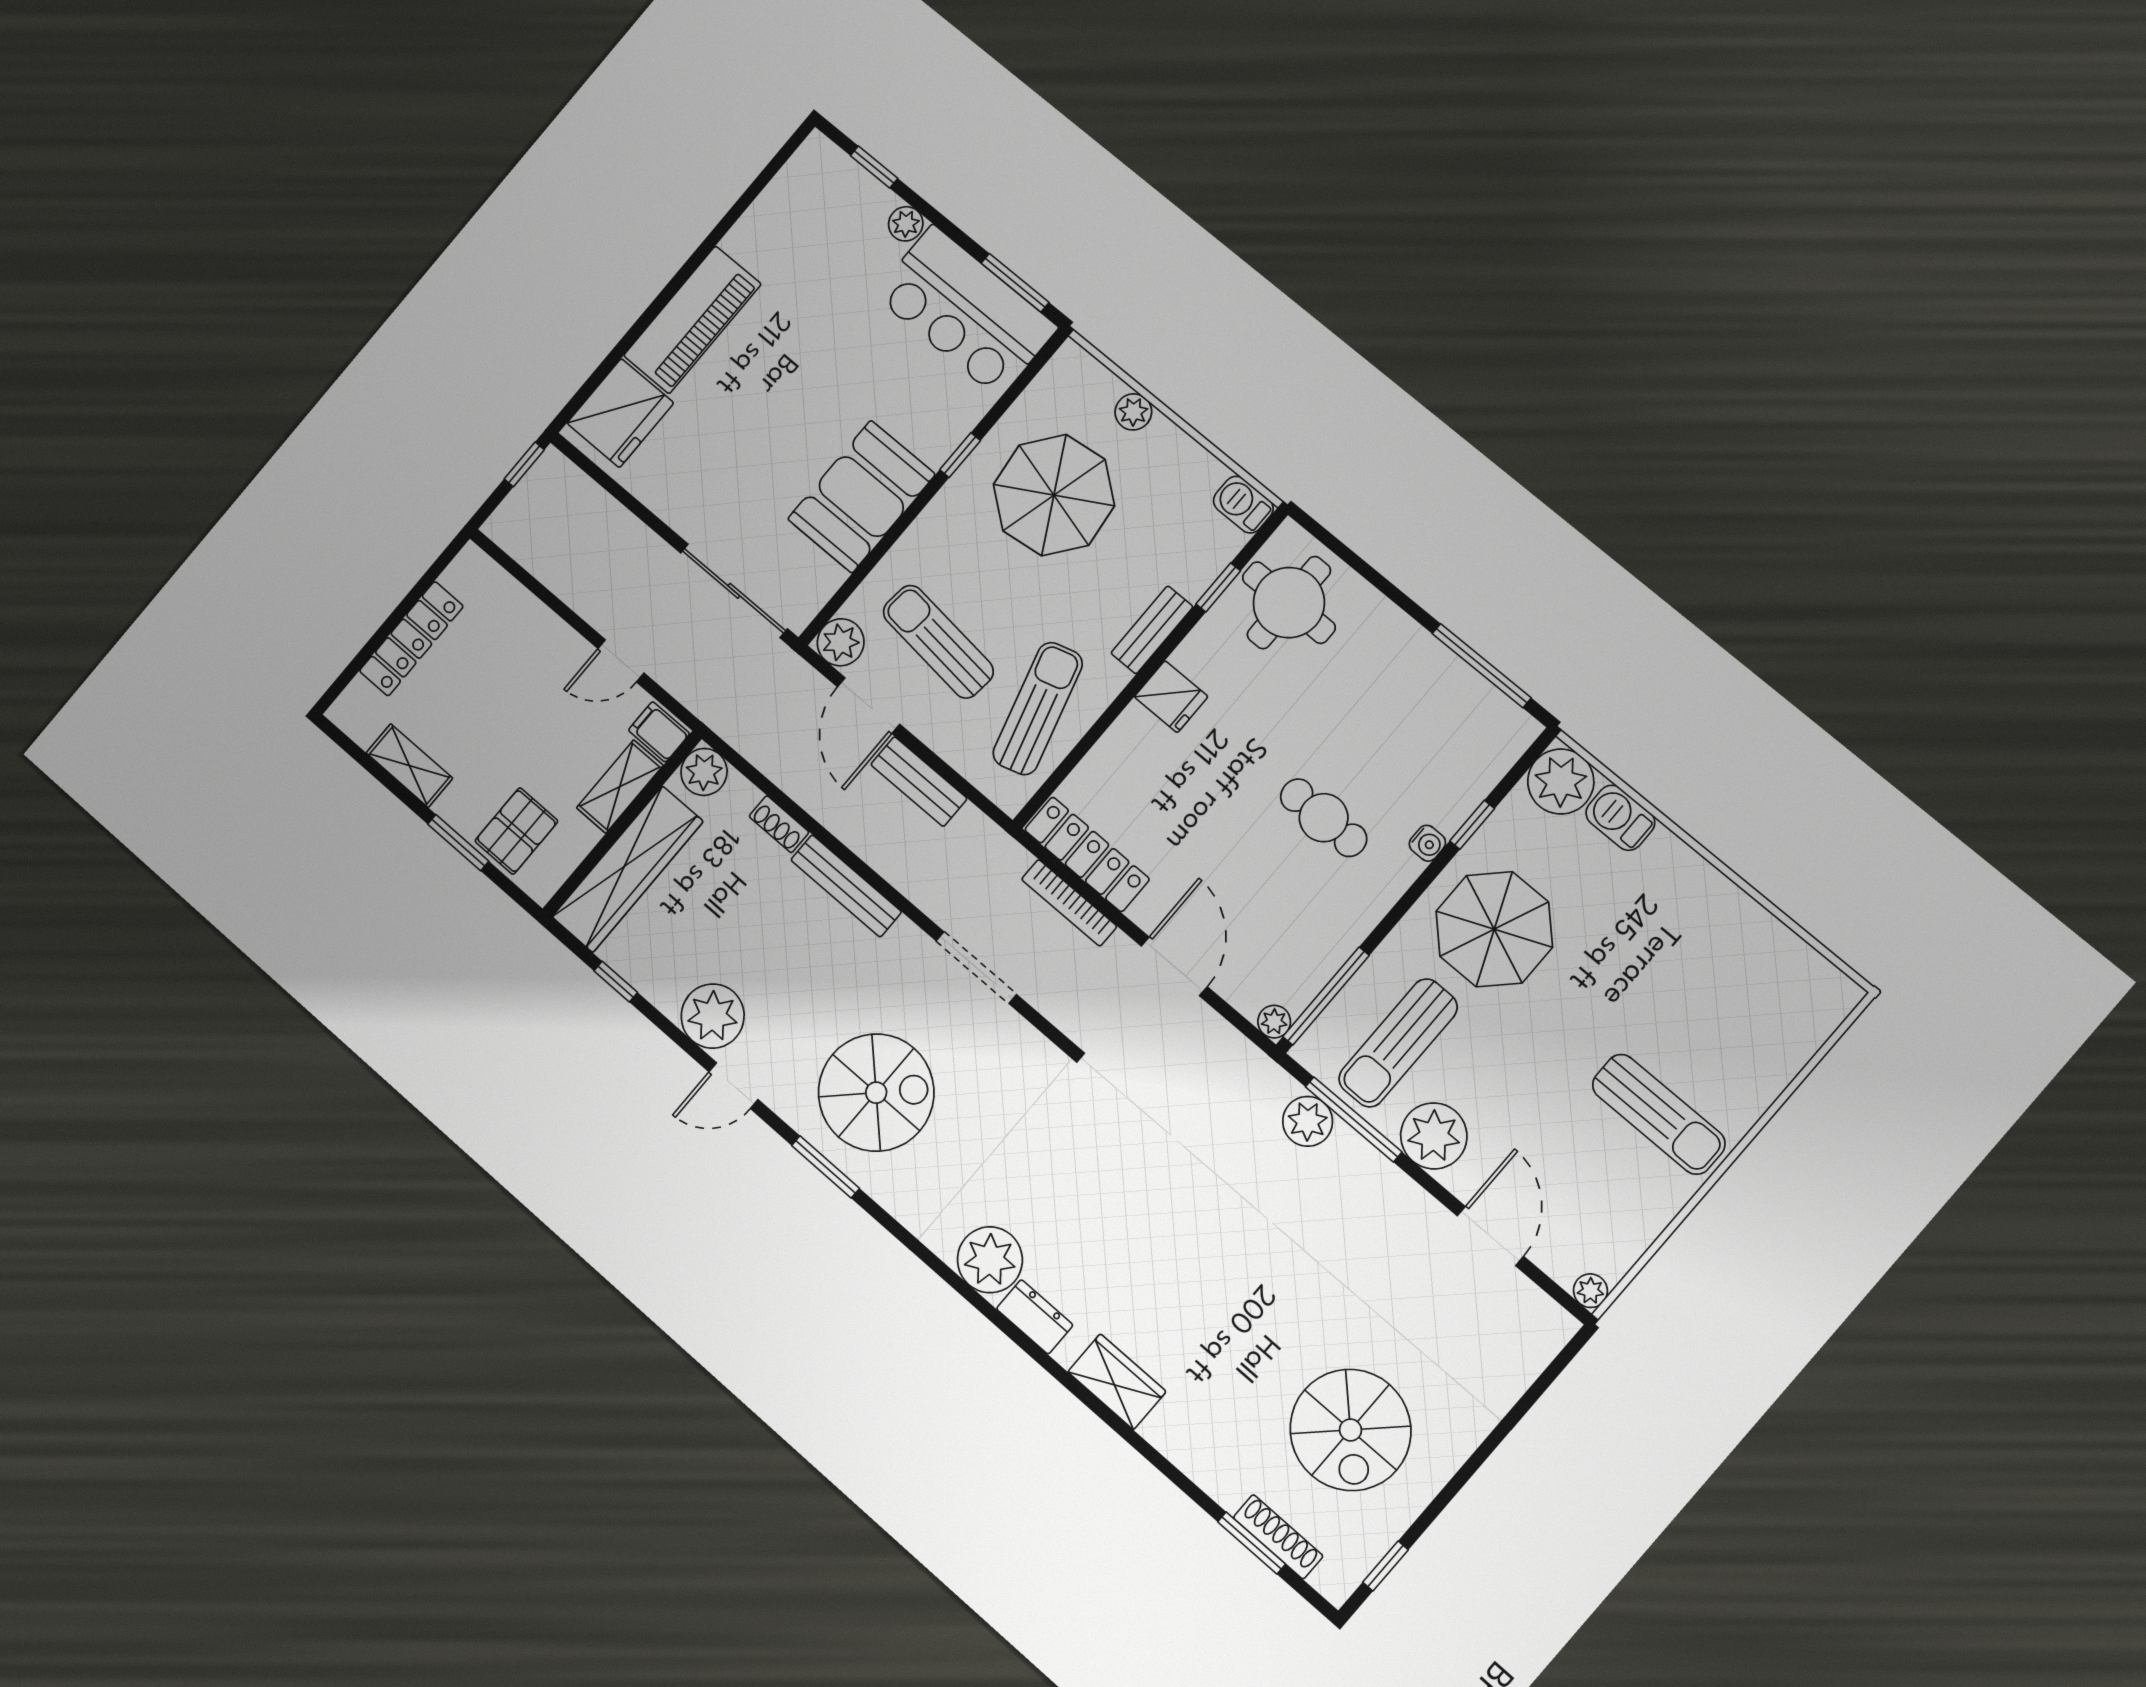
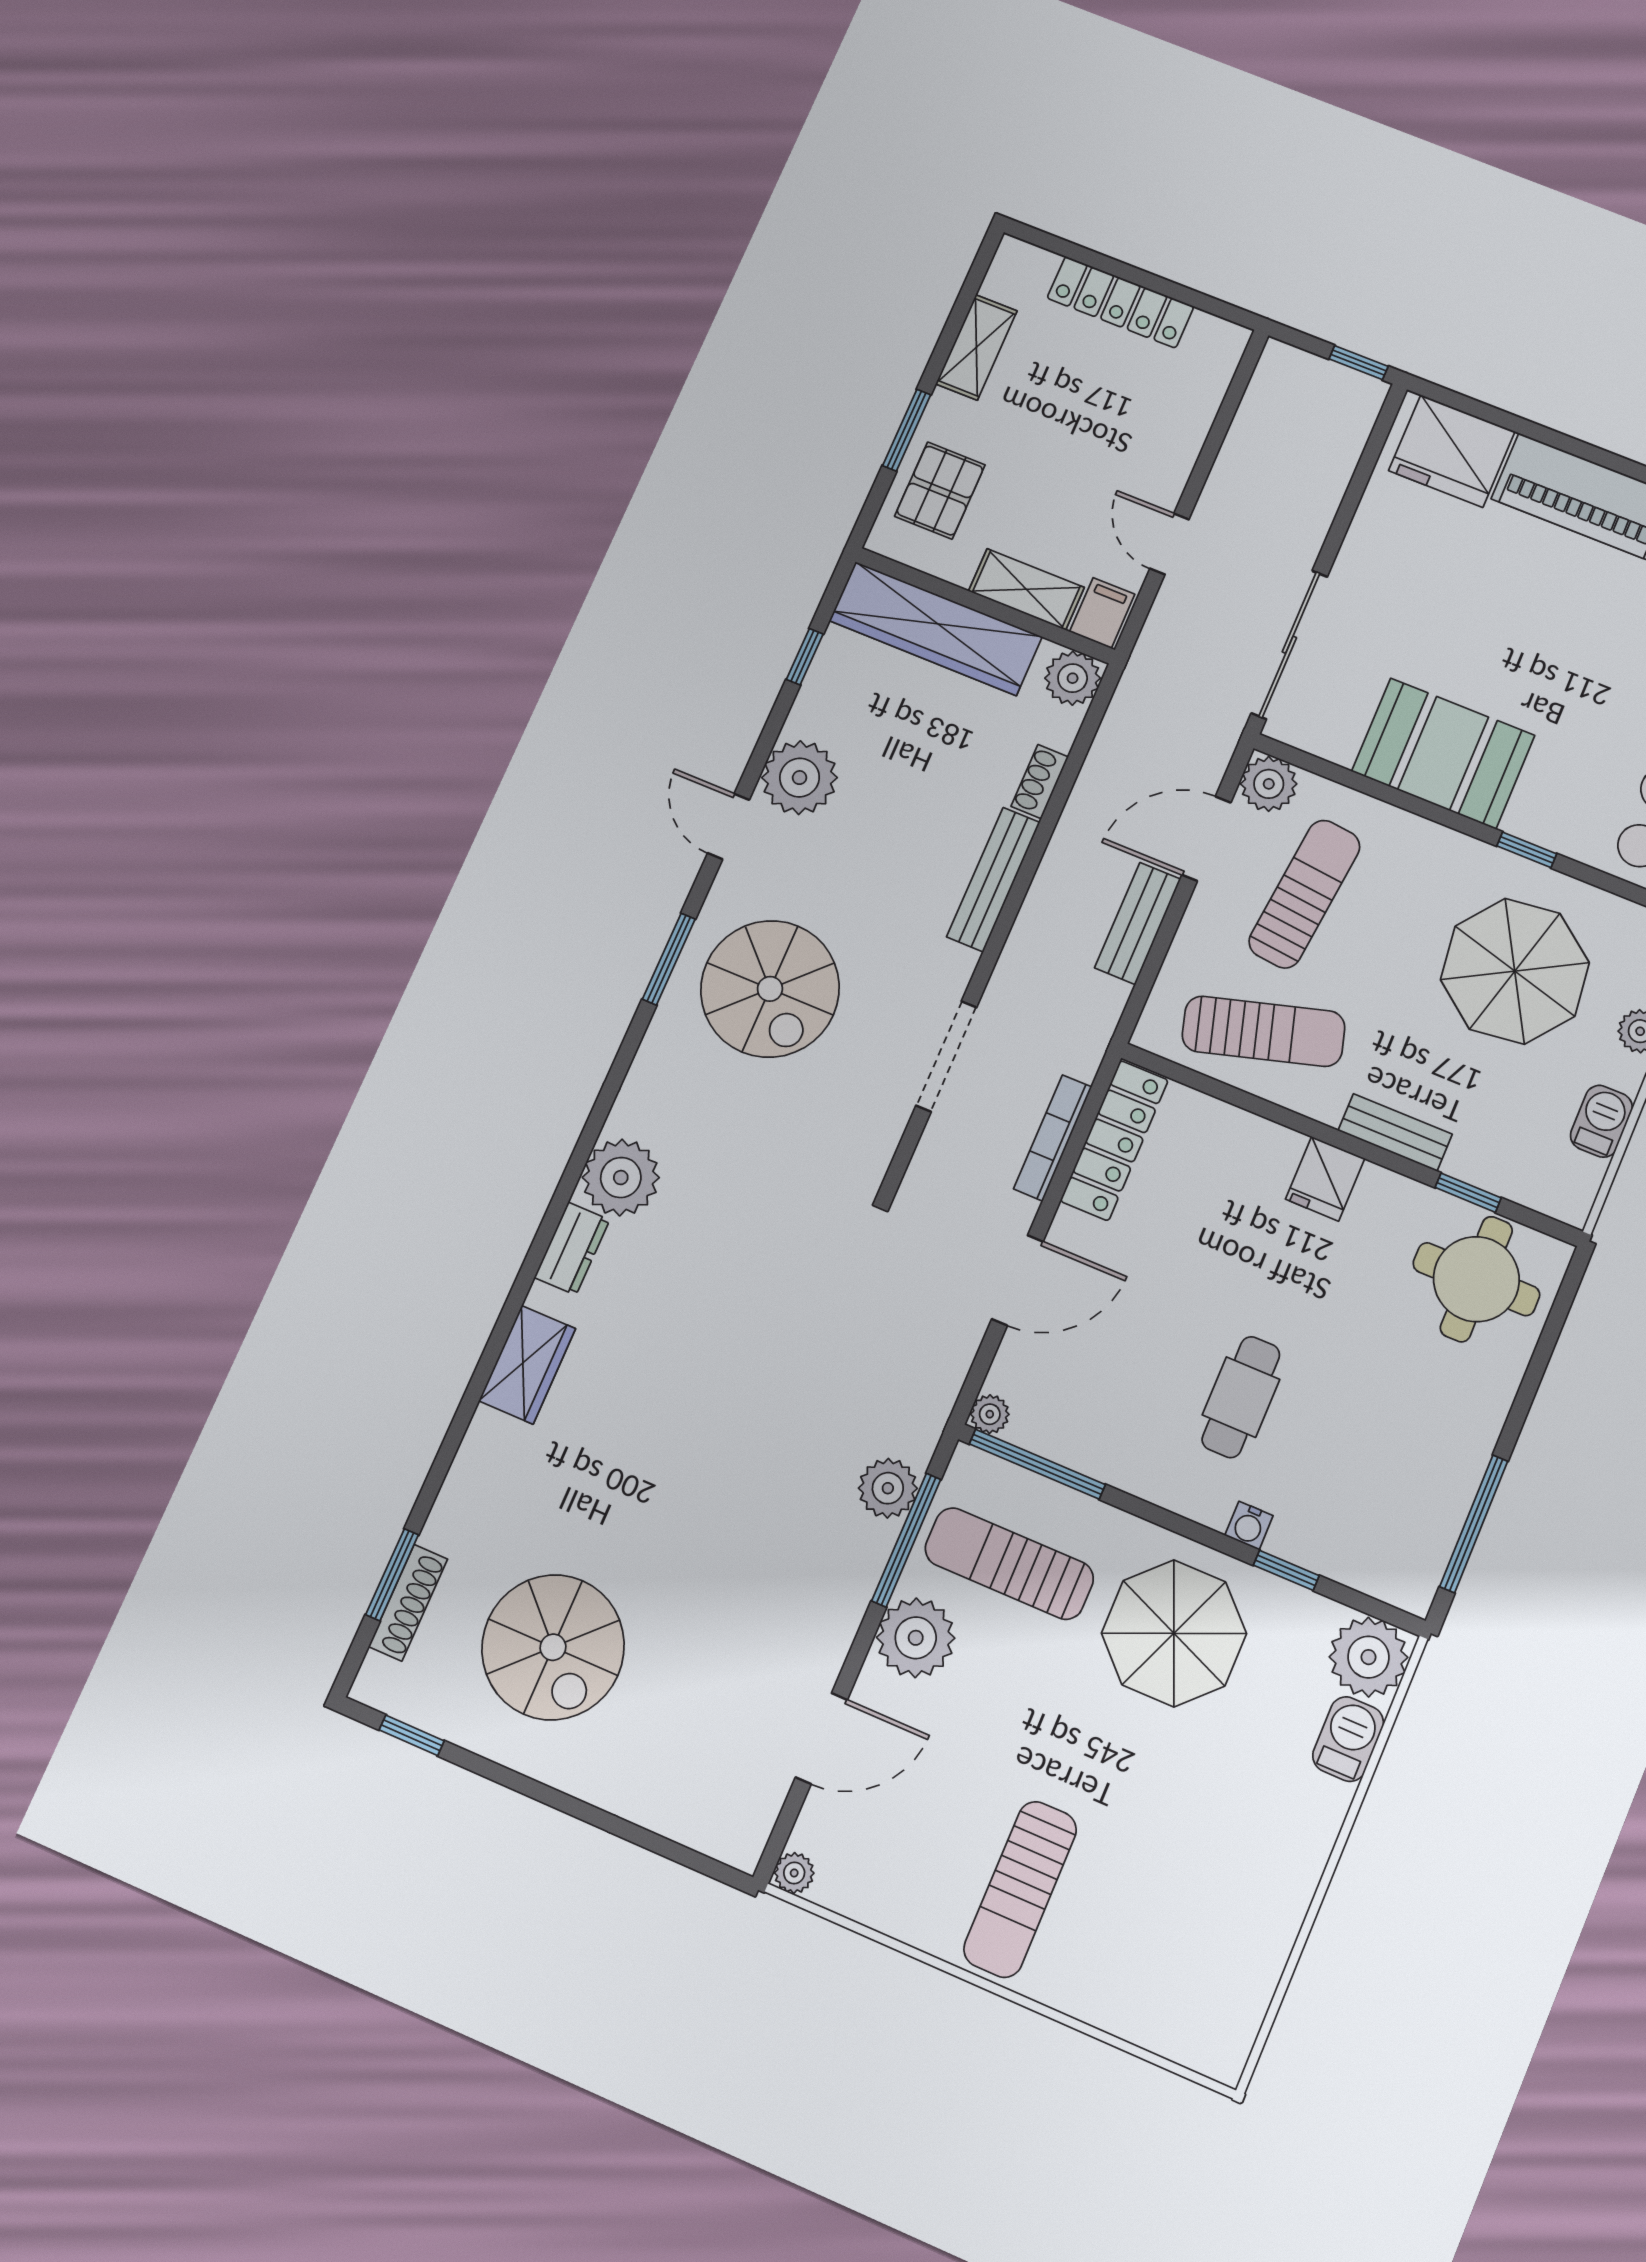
barbecue: (1243, 505) -> (1601, 1121), moved
pallet: (516, 831) -> (940, 491), turned 90
spiral stairs: (1350, 1430) -> (553, 1647), turned -90

